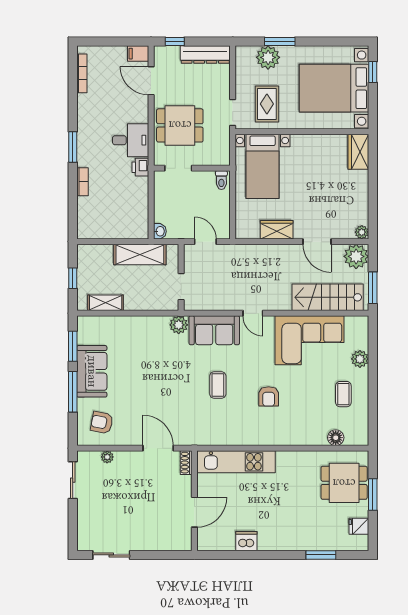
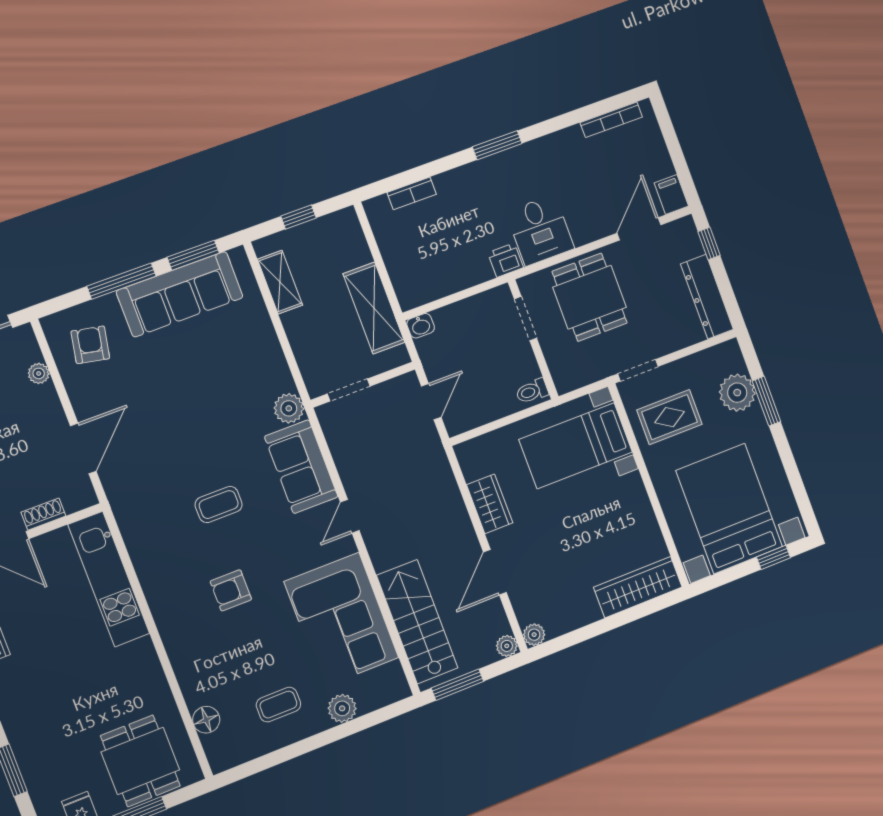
wardrobe: (358, 152) -> (638, 587), width x1.50
bookcase: (83, 182) -> (412, 193), moved
plant: (356, 256) -> (507, 646), width x0.53, depth x0.53
sofa: (92, 371) -> (180, 294), width x1.36
shoe rack: (186, 463) -> (43, 514), moved

